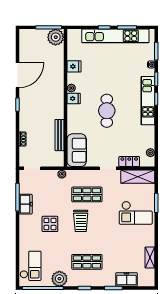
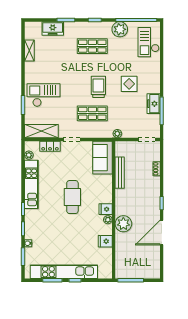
plant: (56, 37) -> (123, 224), moved
kitchen unit: (148, 101) -> (31, 184), moved

